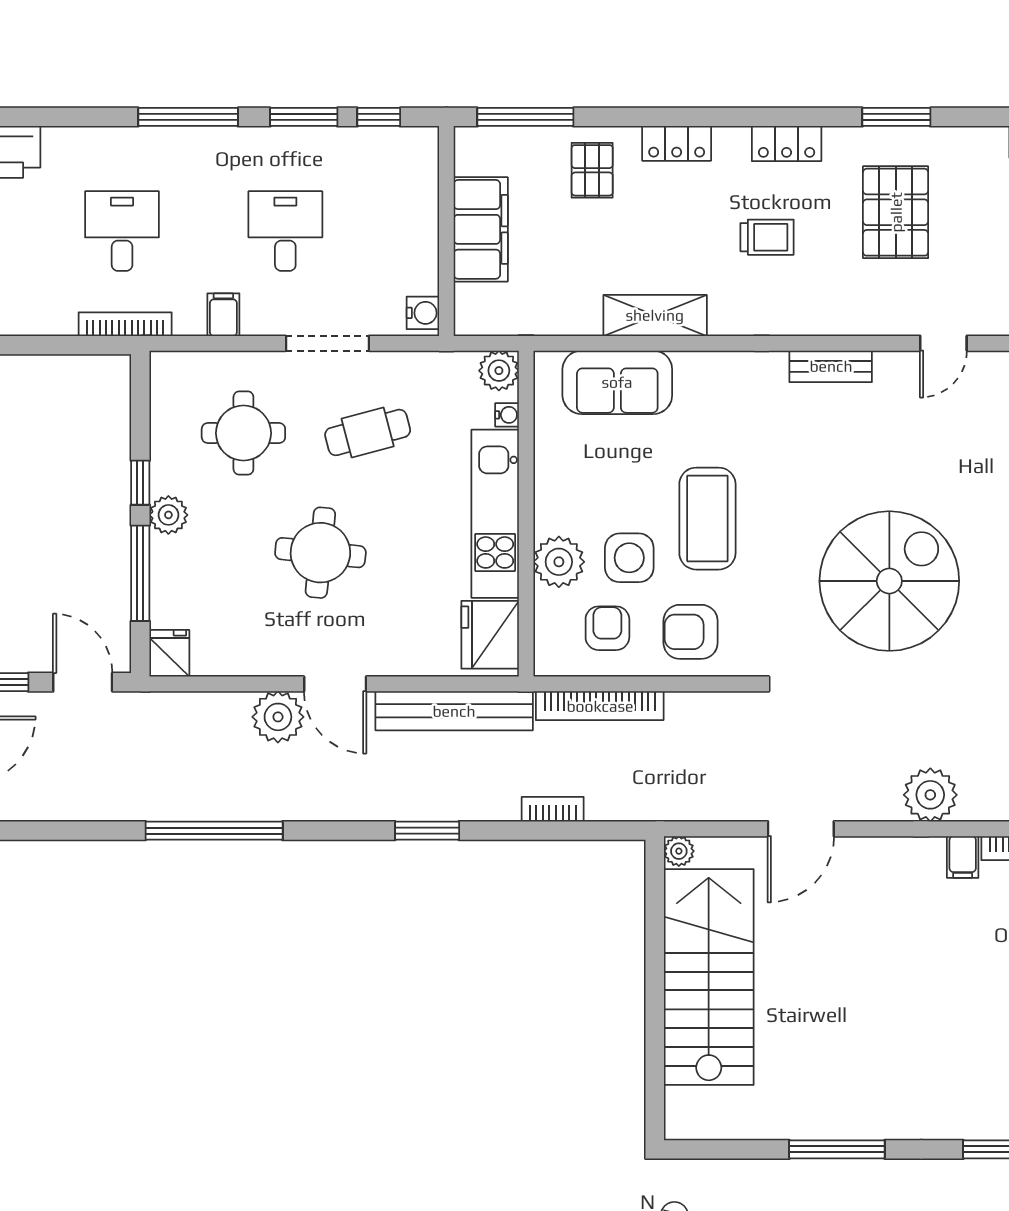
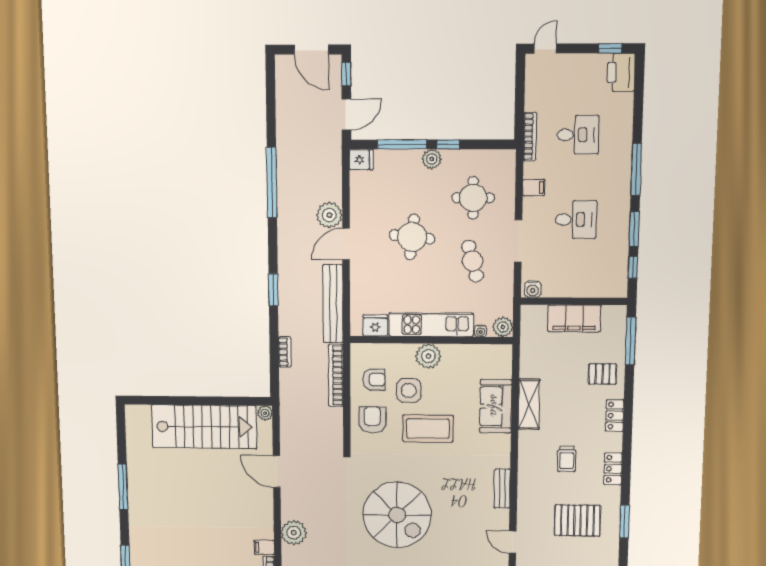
sofa: (617, 382) -> (496, 406), moved
plant: (559, 562) -> (428, 356), moved
fridge: (490, 635) -> (375, 325), width x0.73, depth x0.75

